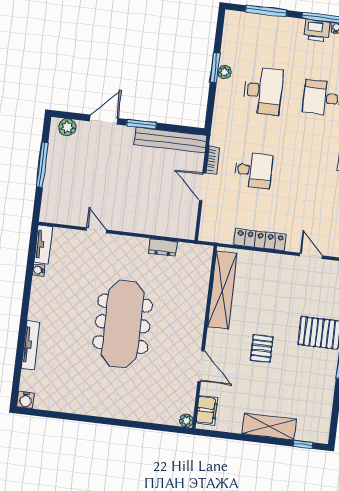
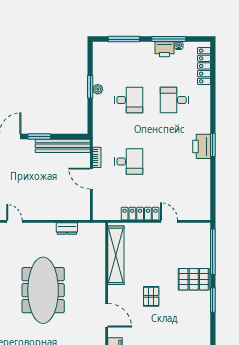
desk: (263, 91) -> (129, 100), width x0.73
door: (311, 256) -> (169, 221), moved

